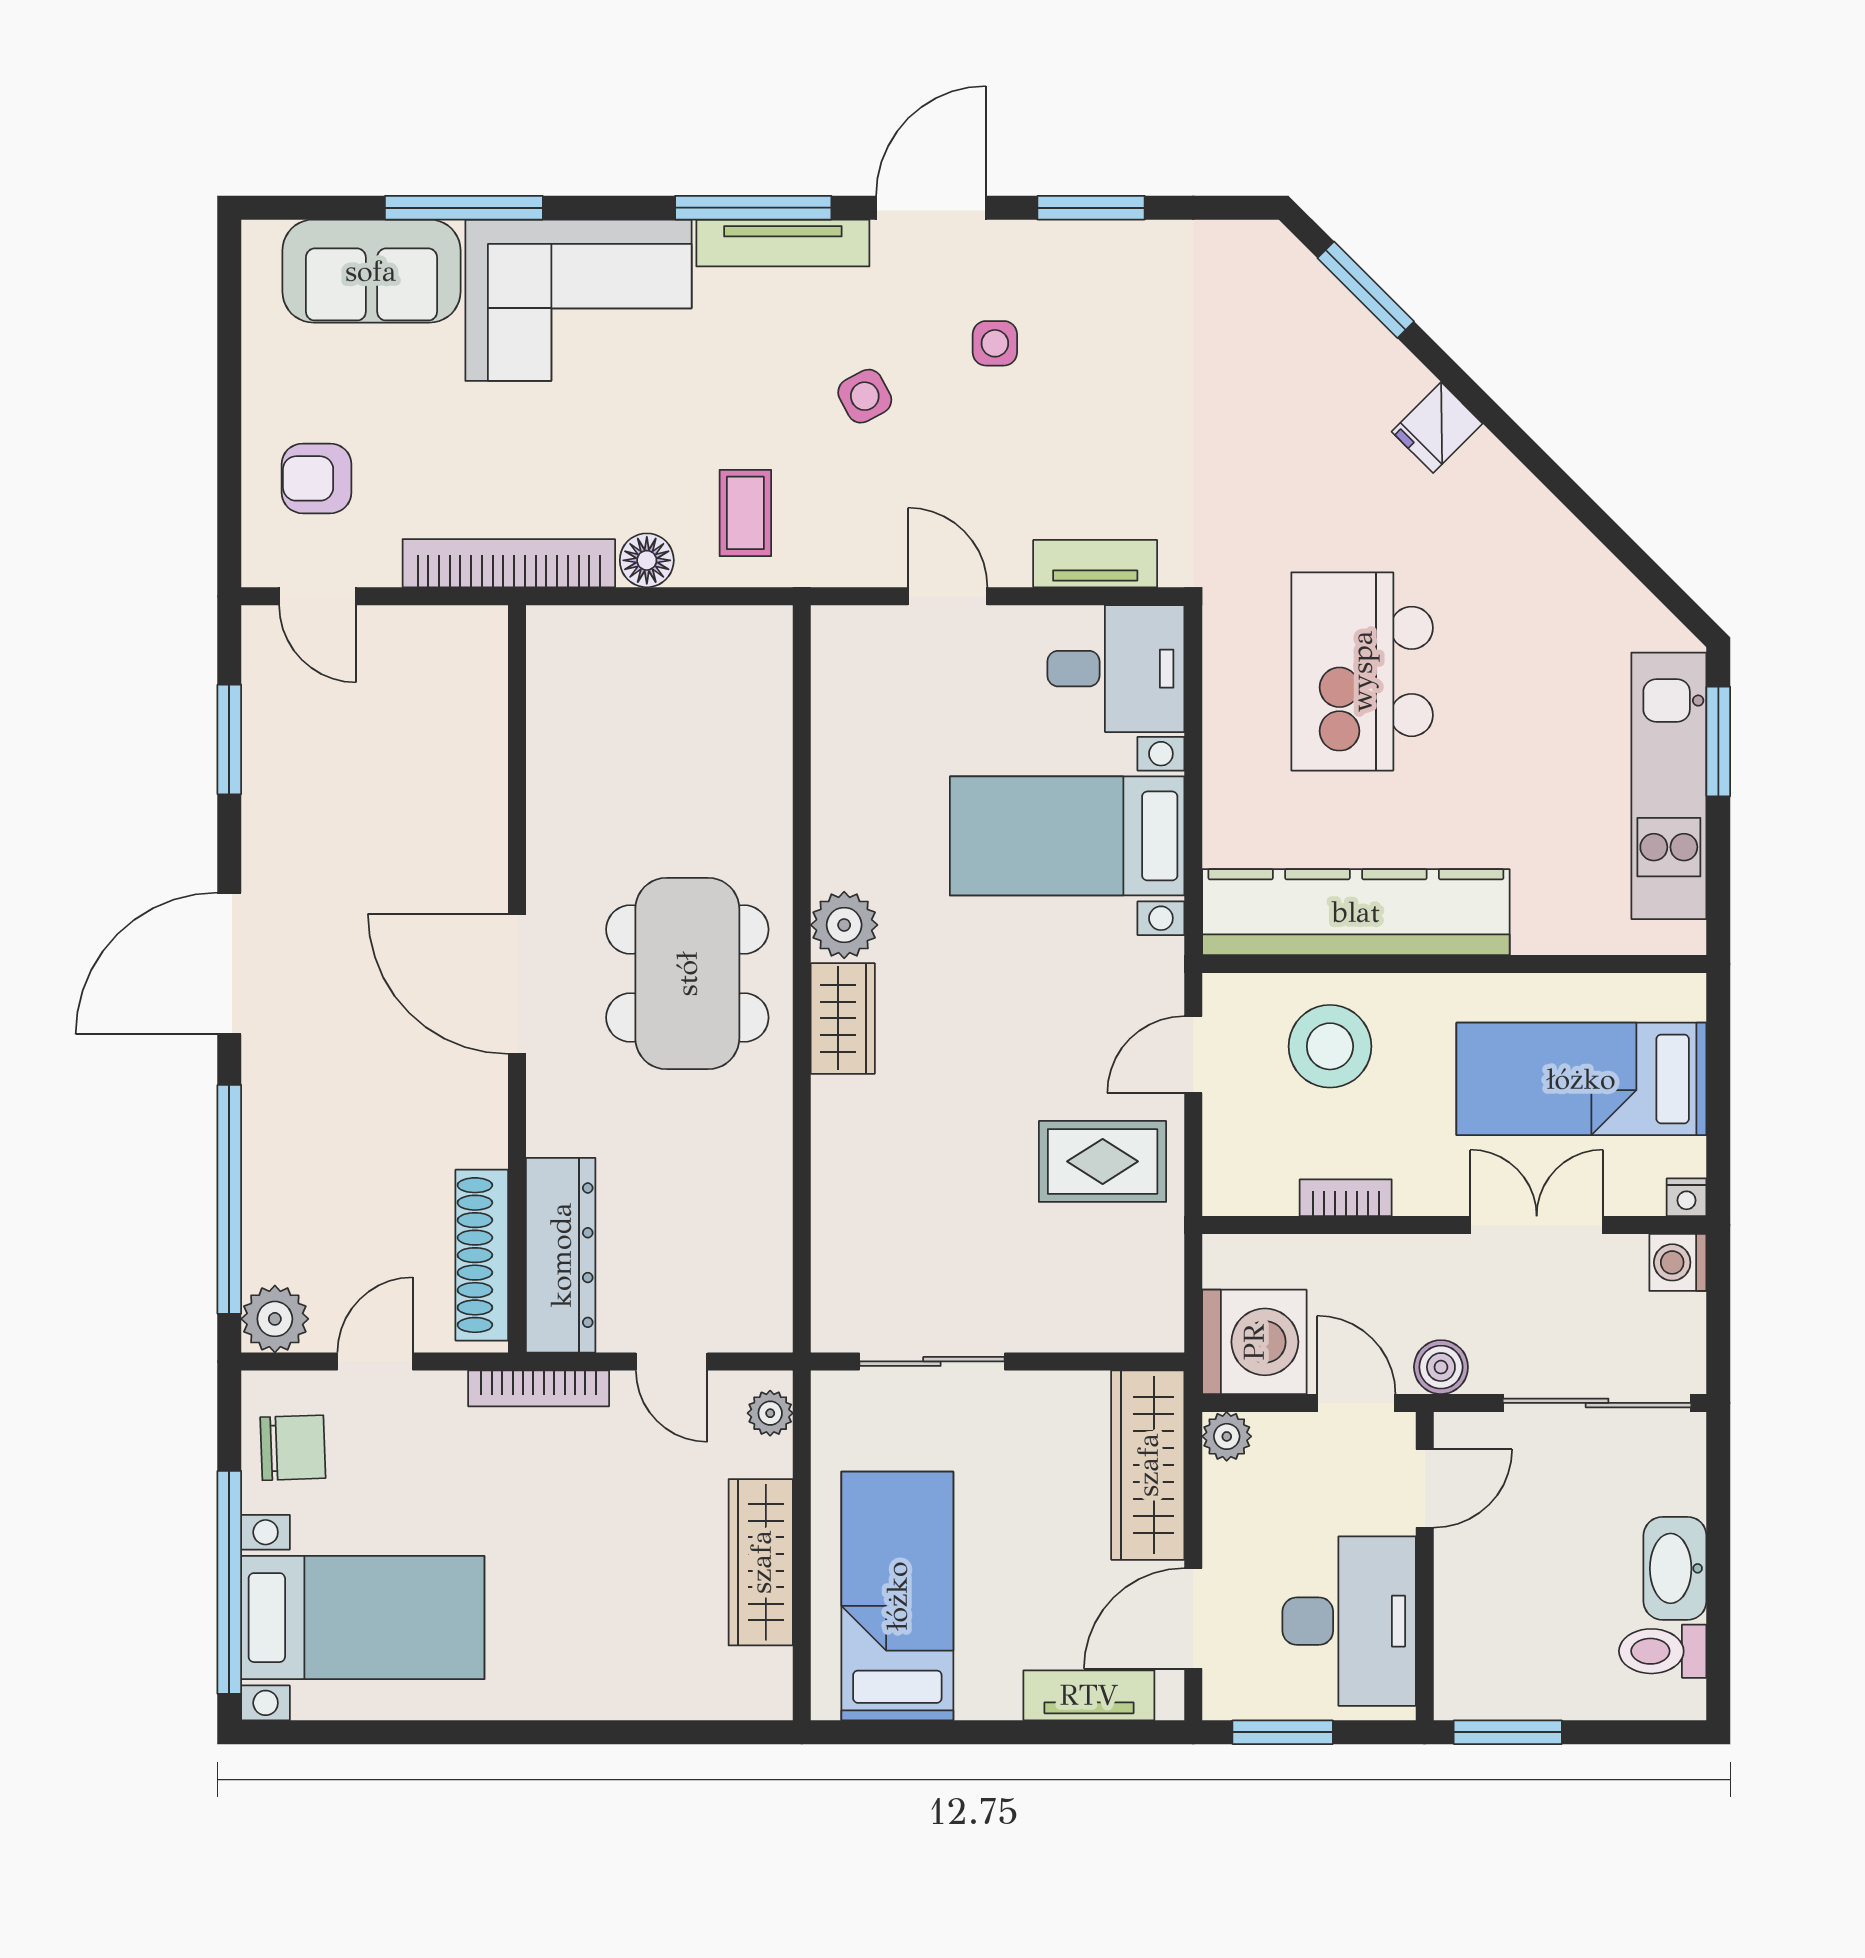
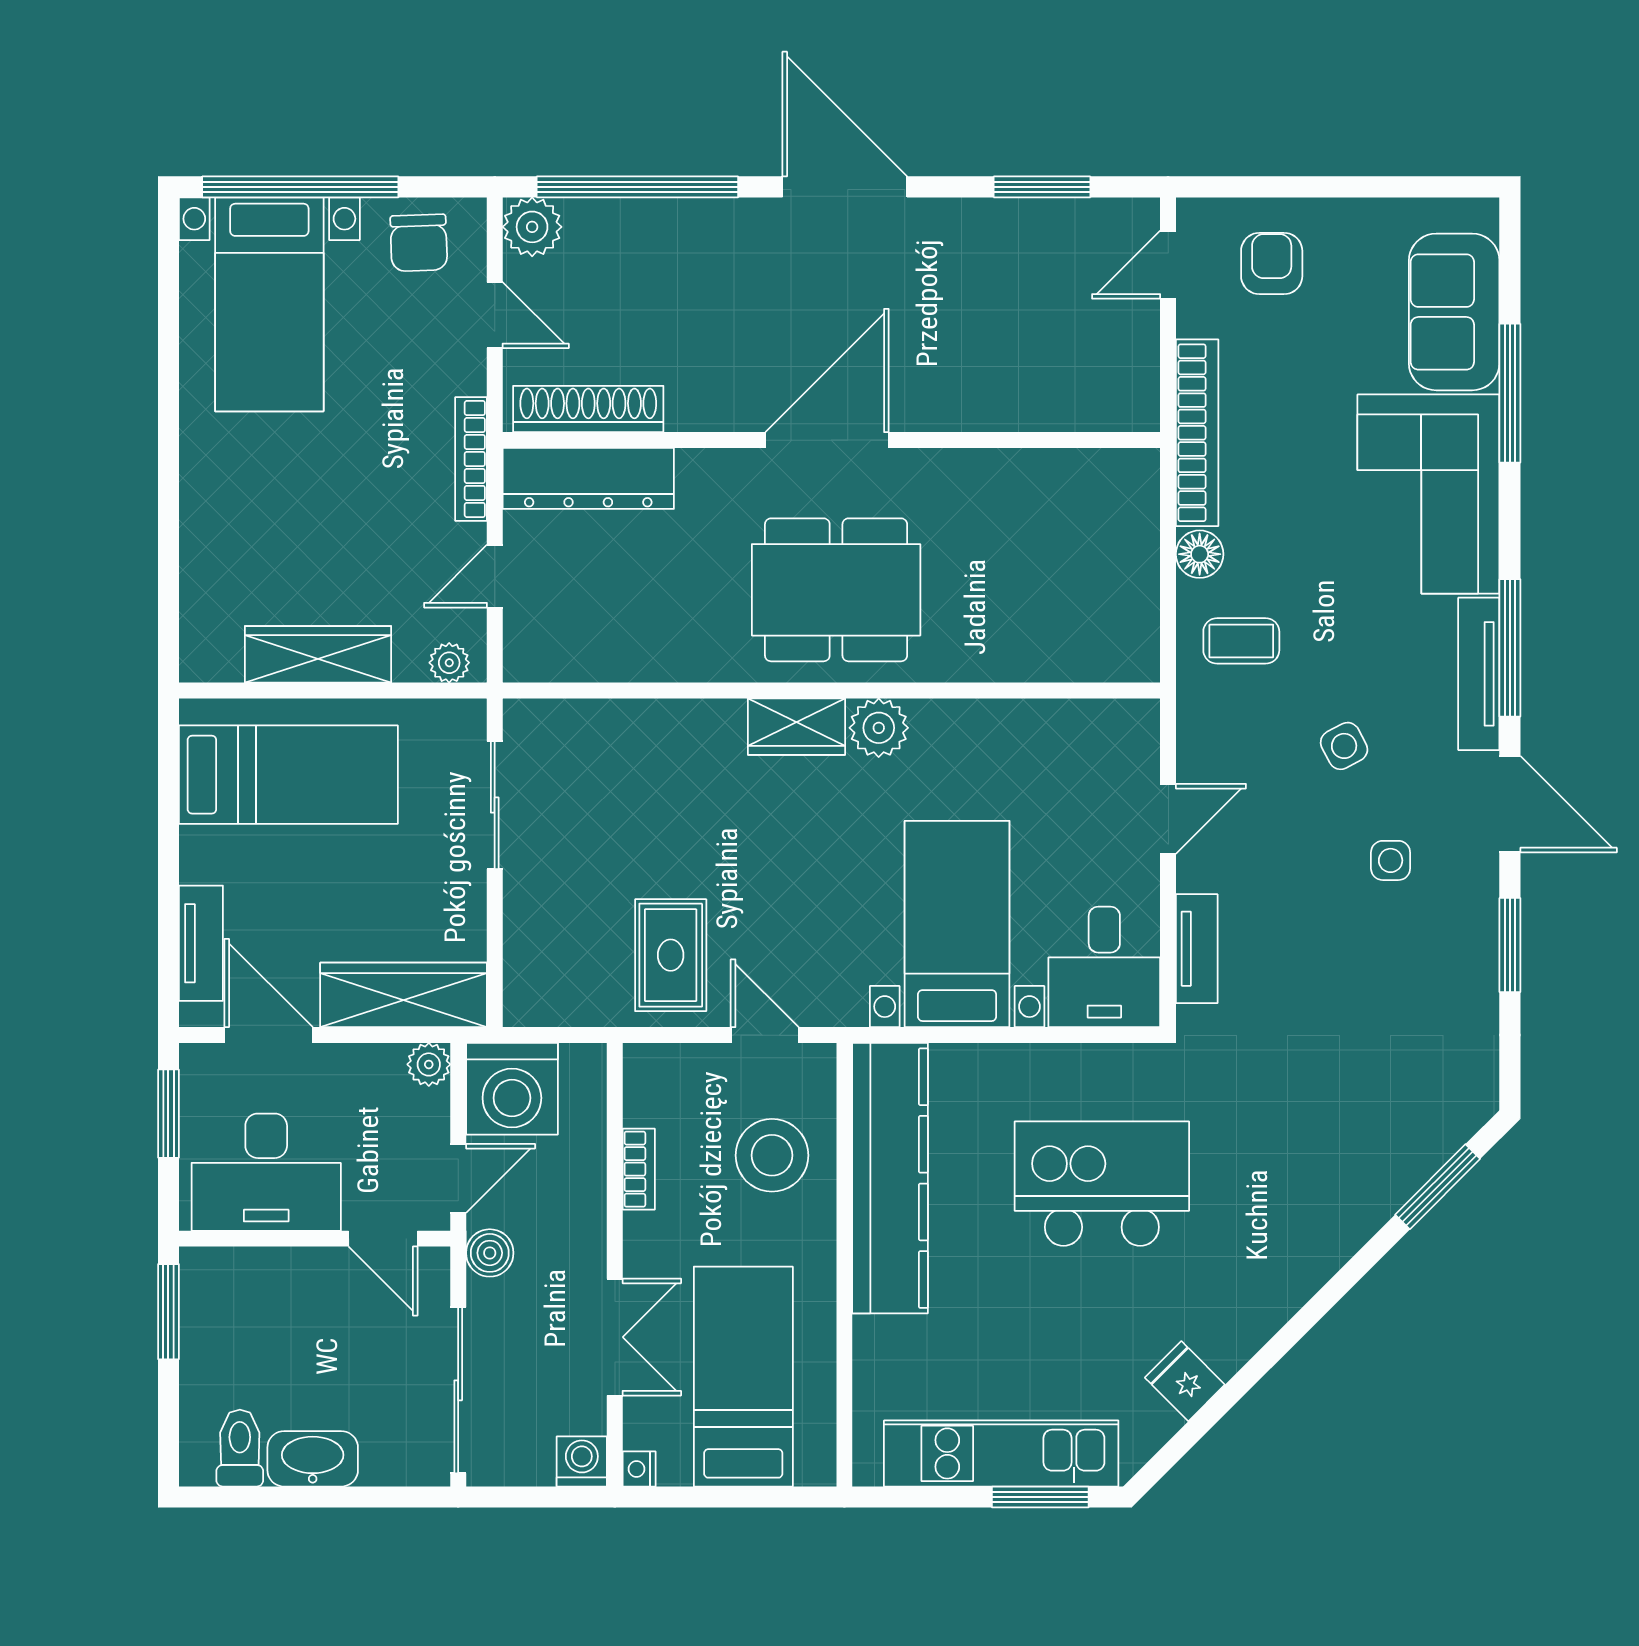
fridge: (1437, 428) -> (1185, 1381), moved

